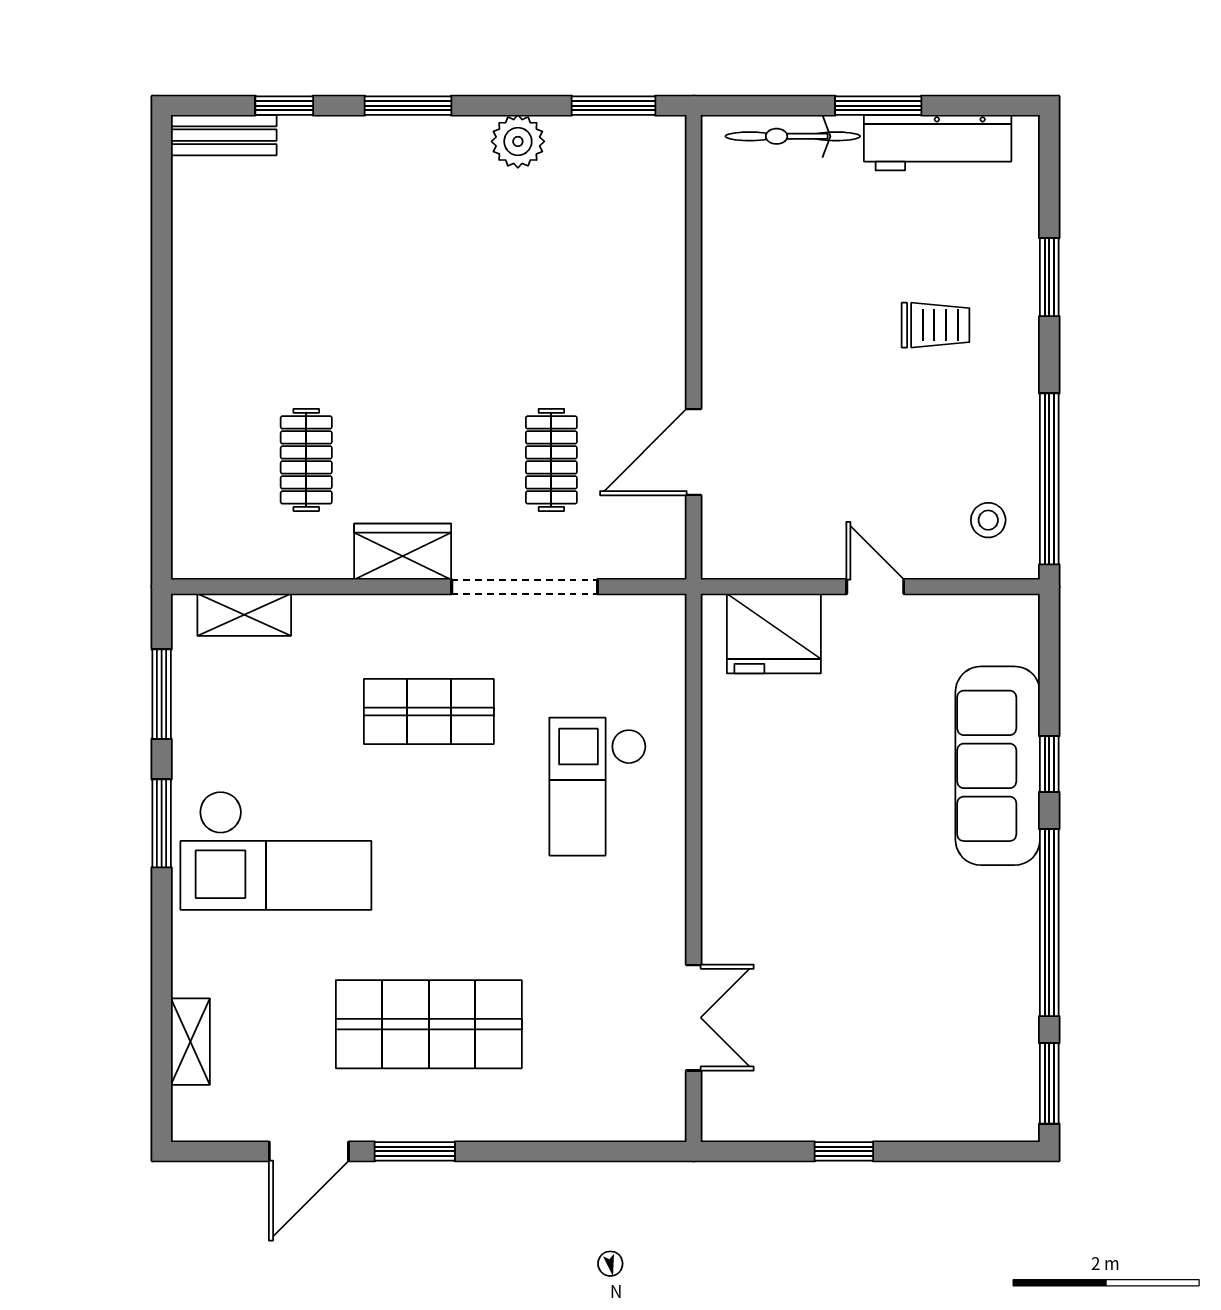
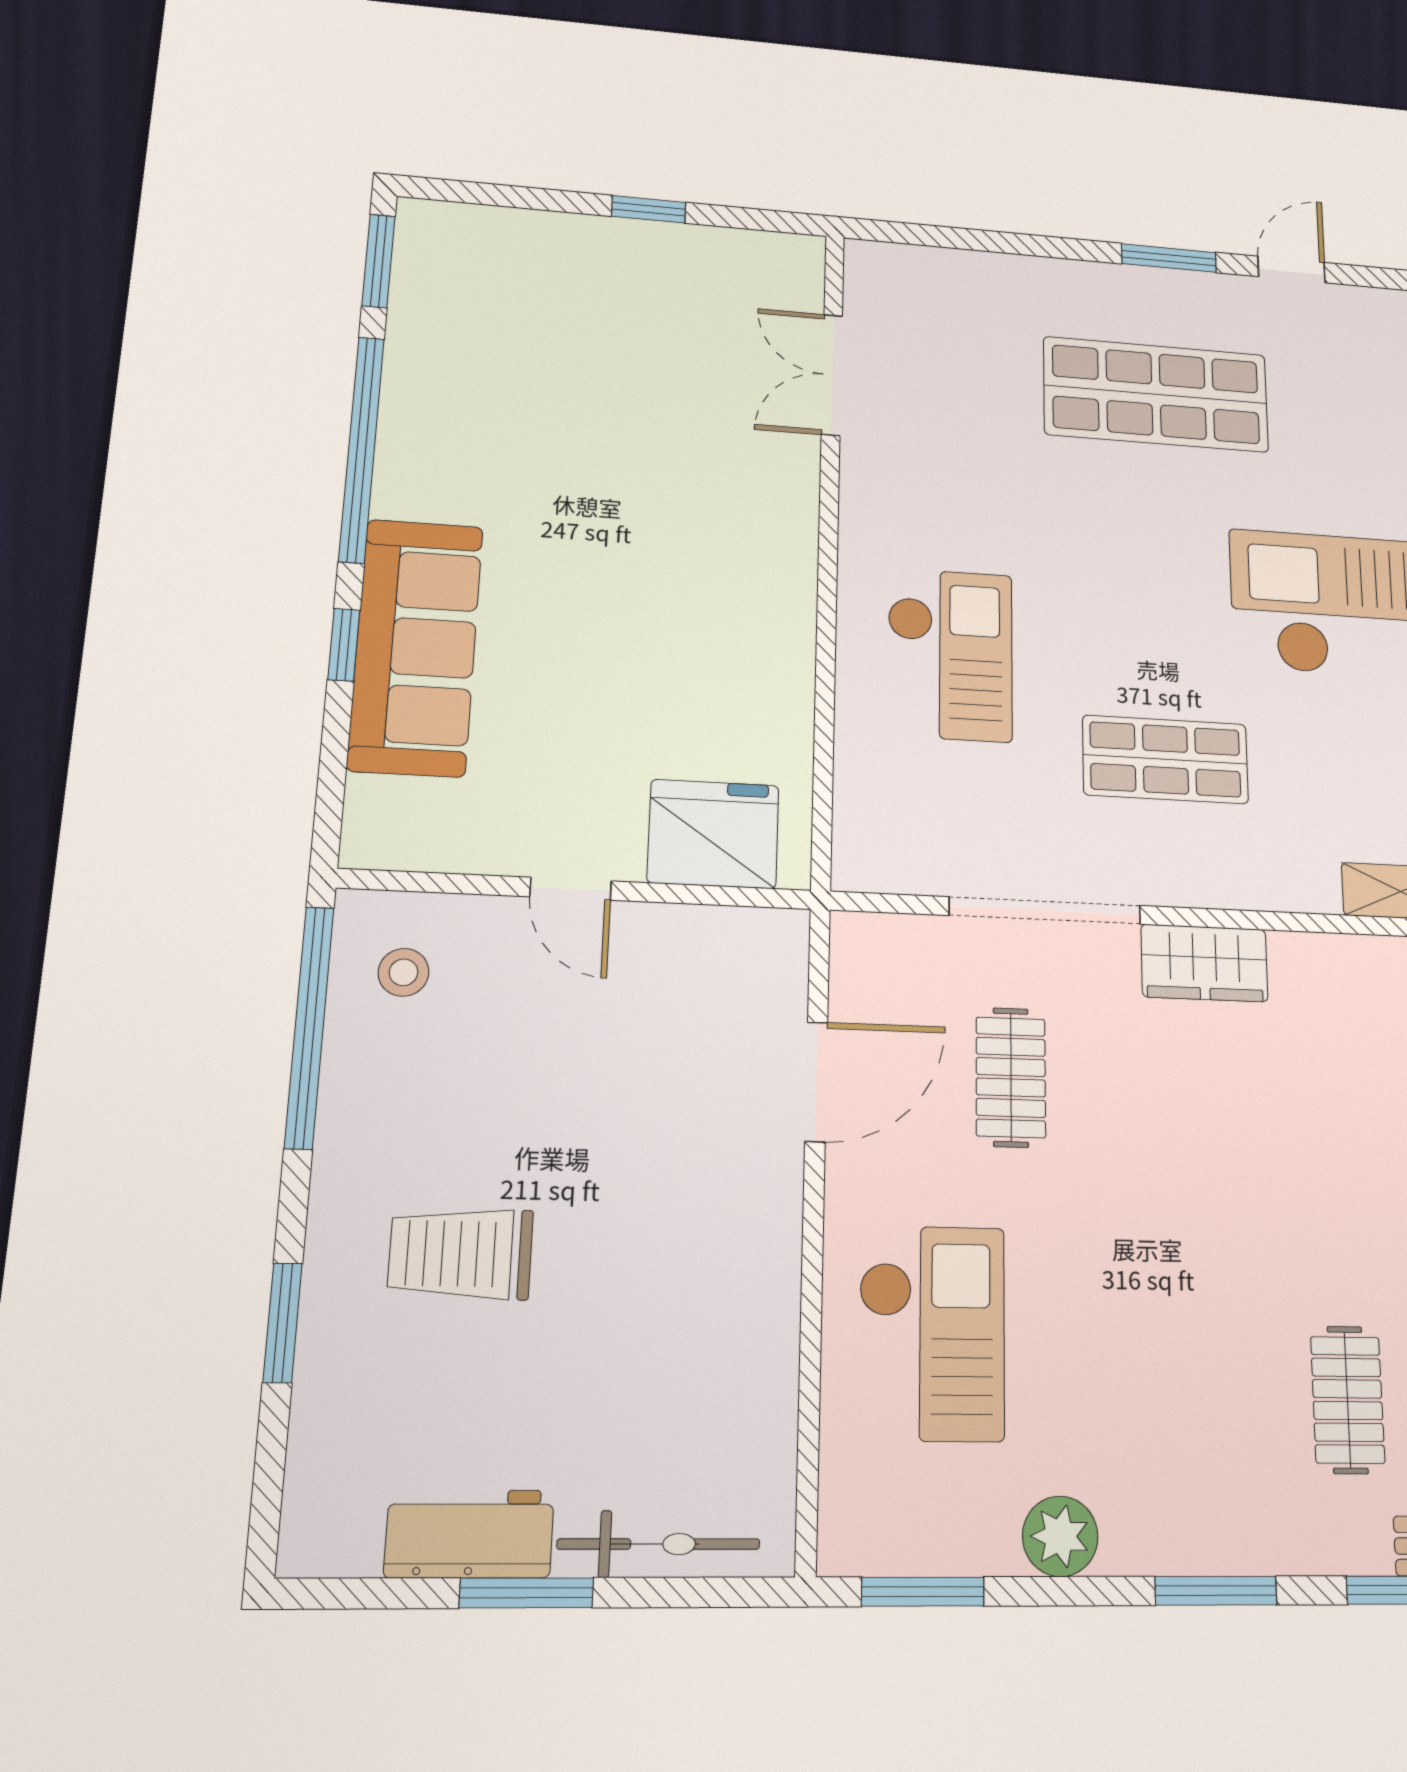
workbench: (938, 143) -> (470, 1534), width x0.73
checkout: (609, 277) -> (932, 1333), added
trolley: (936, 325) -> (461, 1254), width x1.36, depth x1.39
clothes rail: (306, 460) -> (1348, 1400), moved
door: (309, 1151) -> (1292, 270), width x0.73

